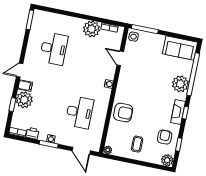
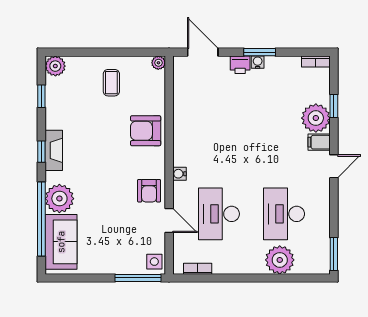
plant: (92, 29) -> (280, 260), moved
sofa: (180, 48) -> (61, 242), moved, turned 90
desk: (79, 112) -> (219, 214), moved
printer: (32, 133) -> (240, 65), moved
armchair: (165, 137) -> (149, 191), moved

